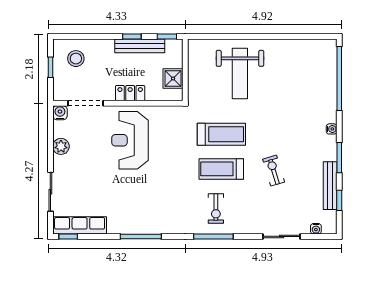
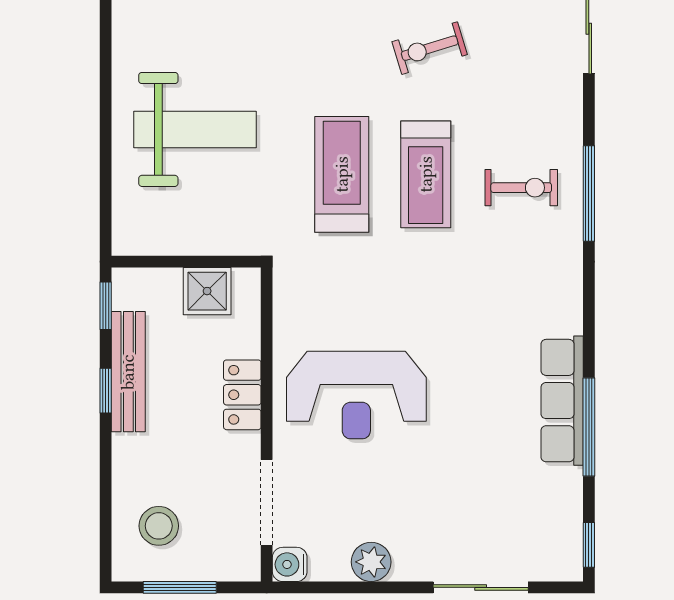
window: (50, 67) -> (180, 587), width x1.50
row of seats: (80, 225) -> (562, 401), moved
window: (141, 236) -> (589, 427), moved

